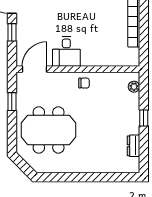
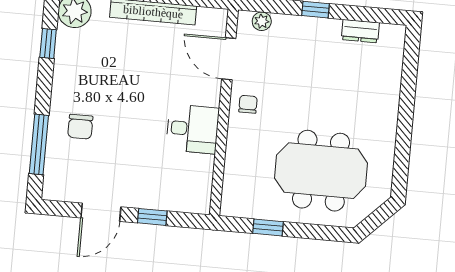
door: (34, 69) -> (229, 59), moved
meeting table: (49, 130) -> (321, 171), turned 90

